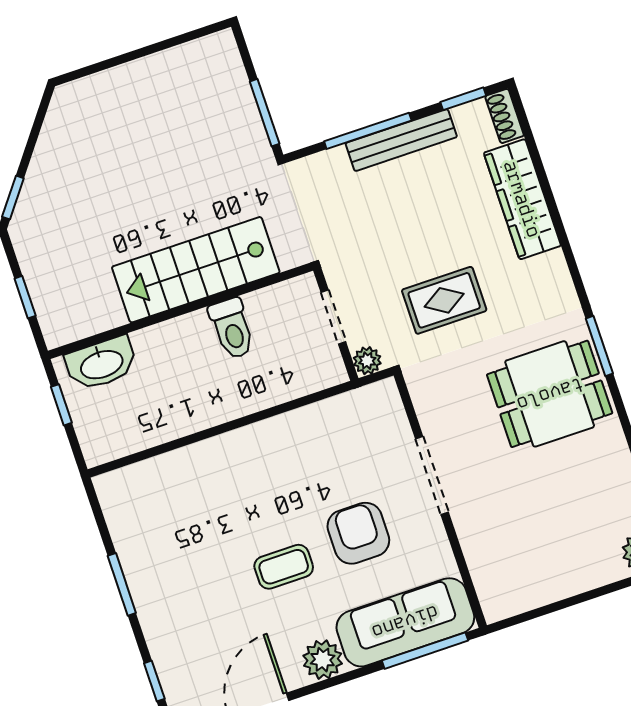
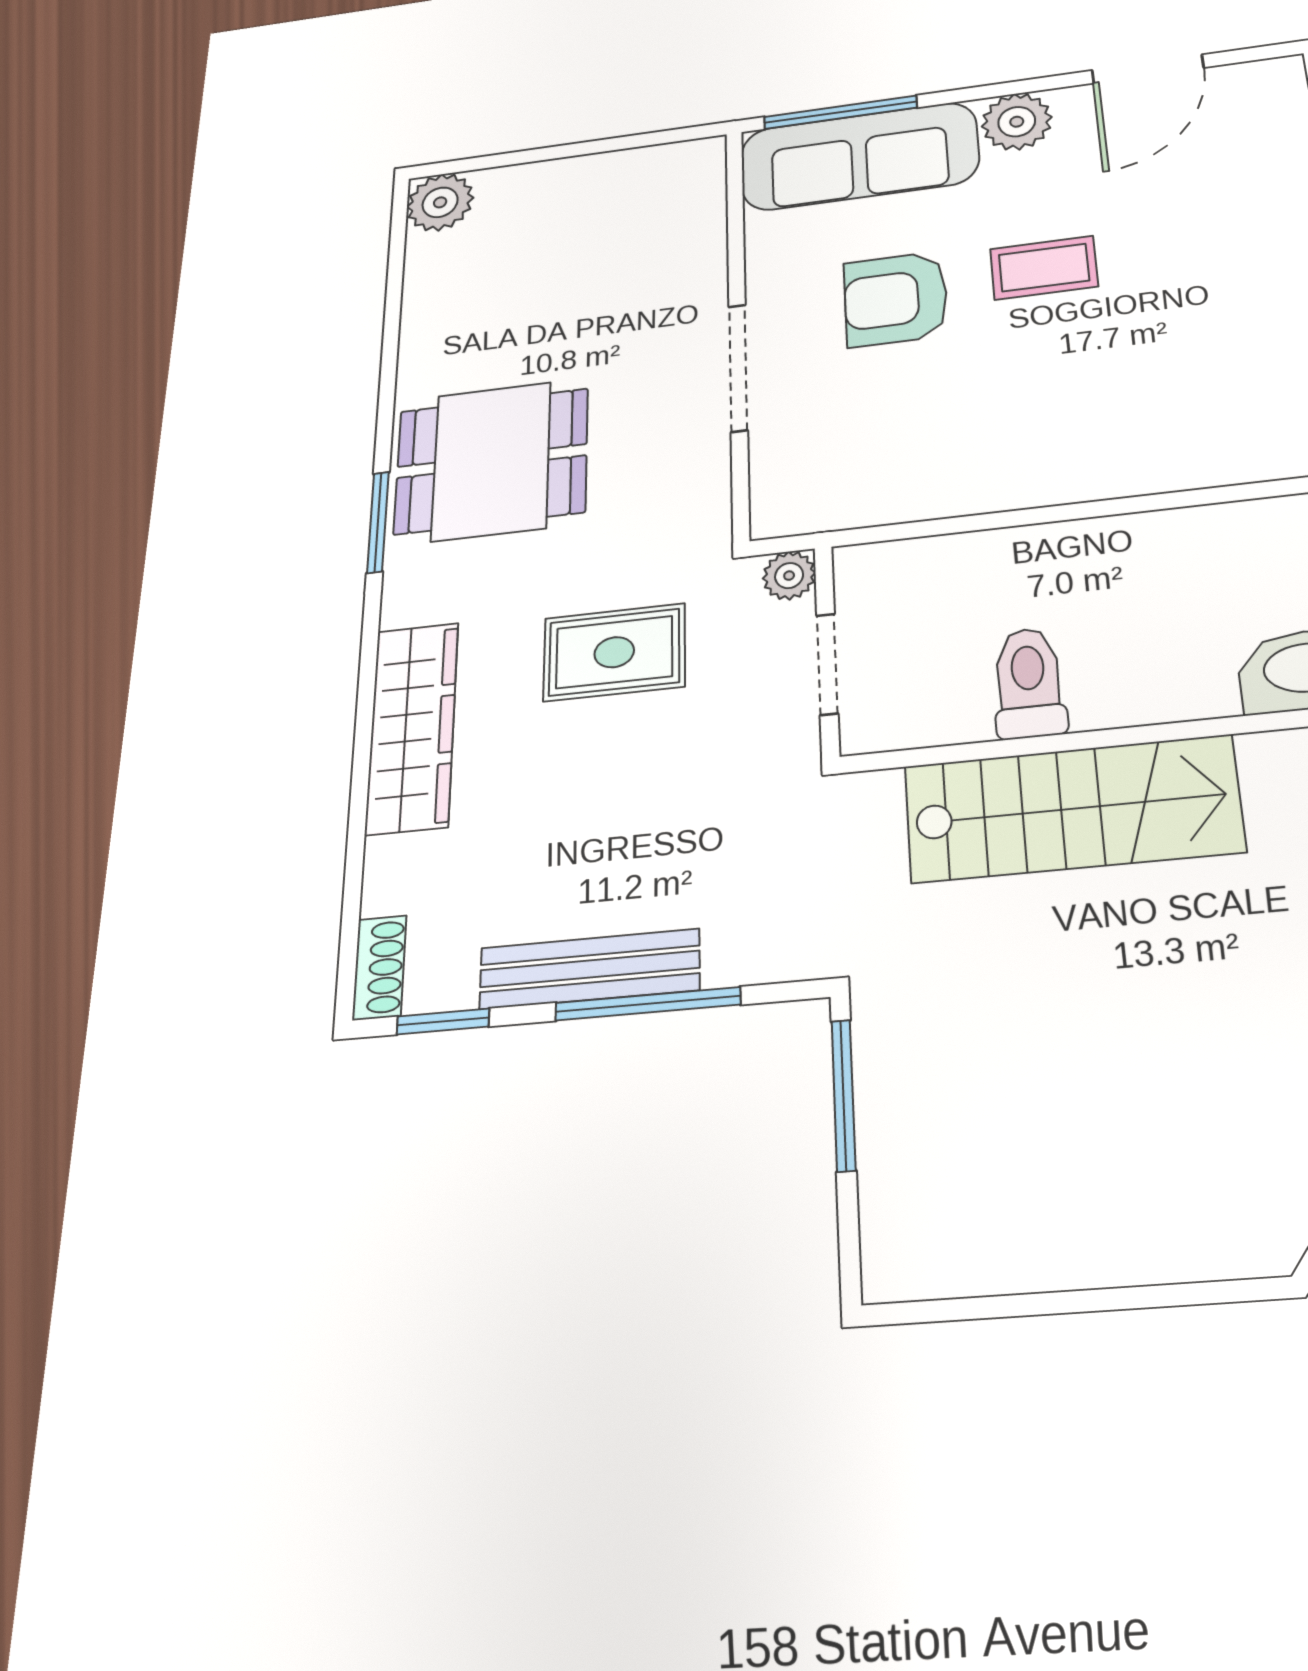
wardrobe: (522, 199) -> (412, 727), moved
armchair: (358, 533) -> (896, 299), turned 90

